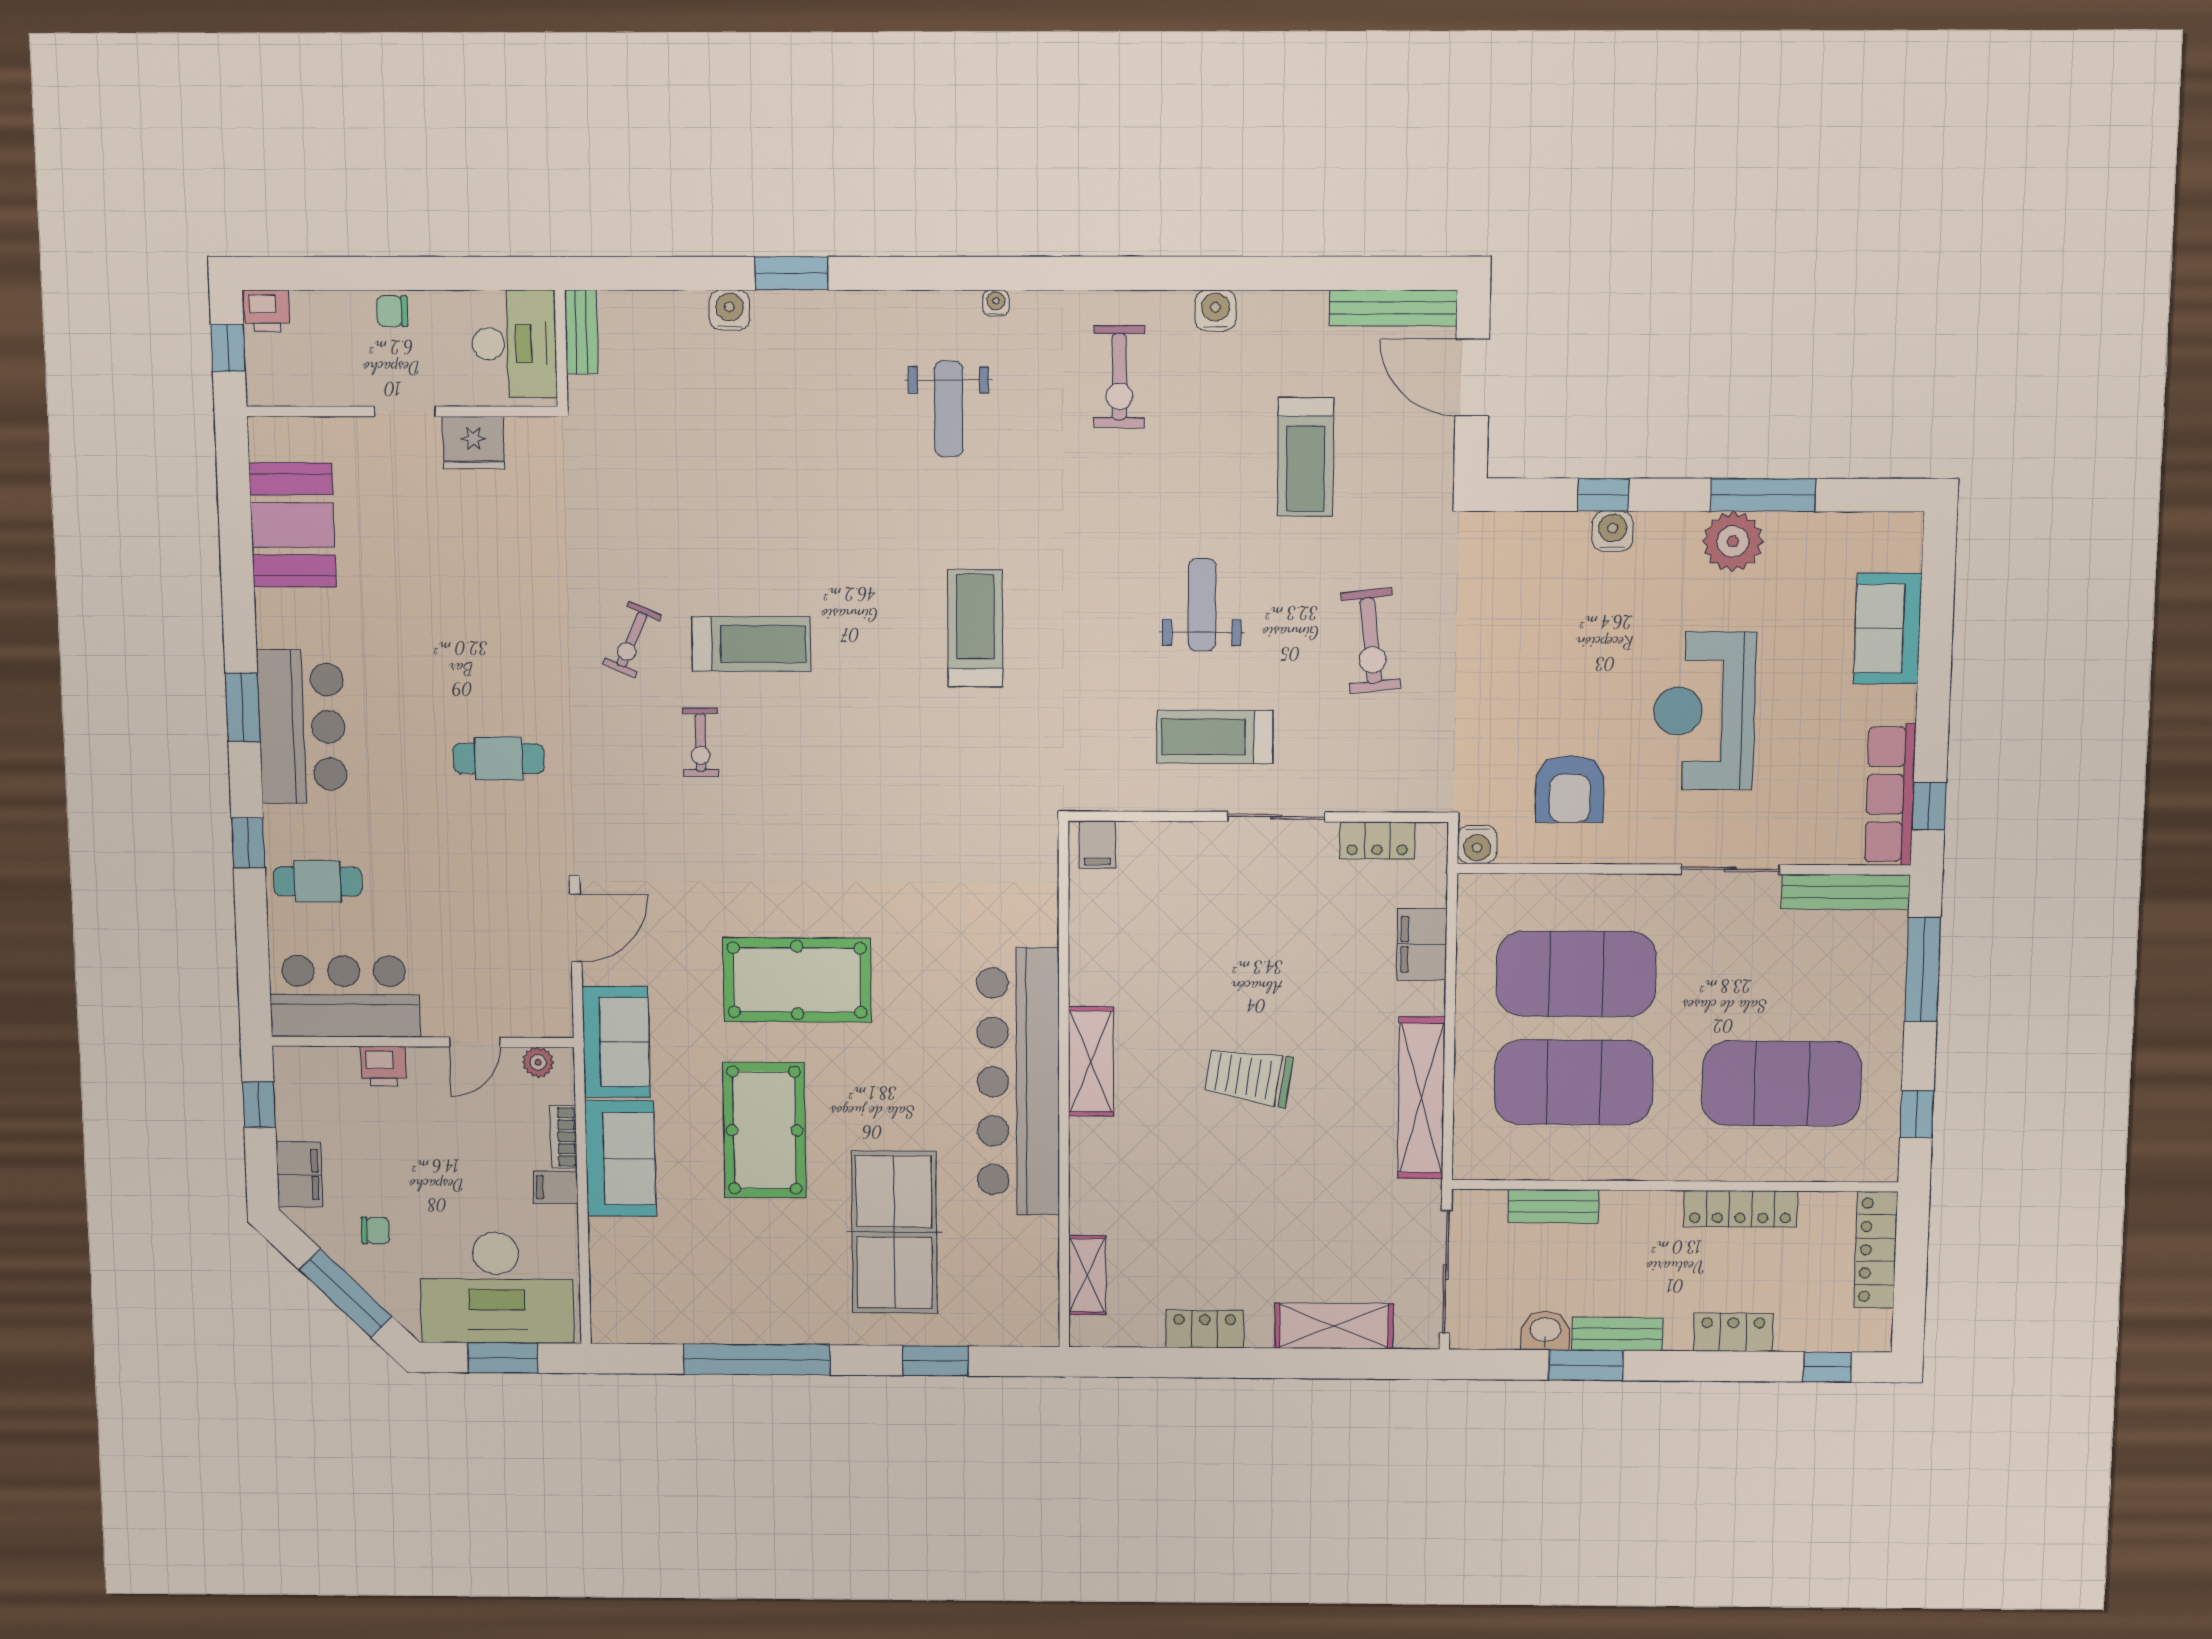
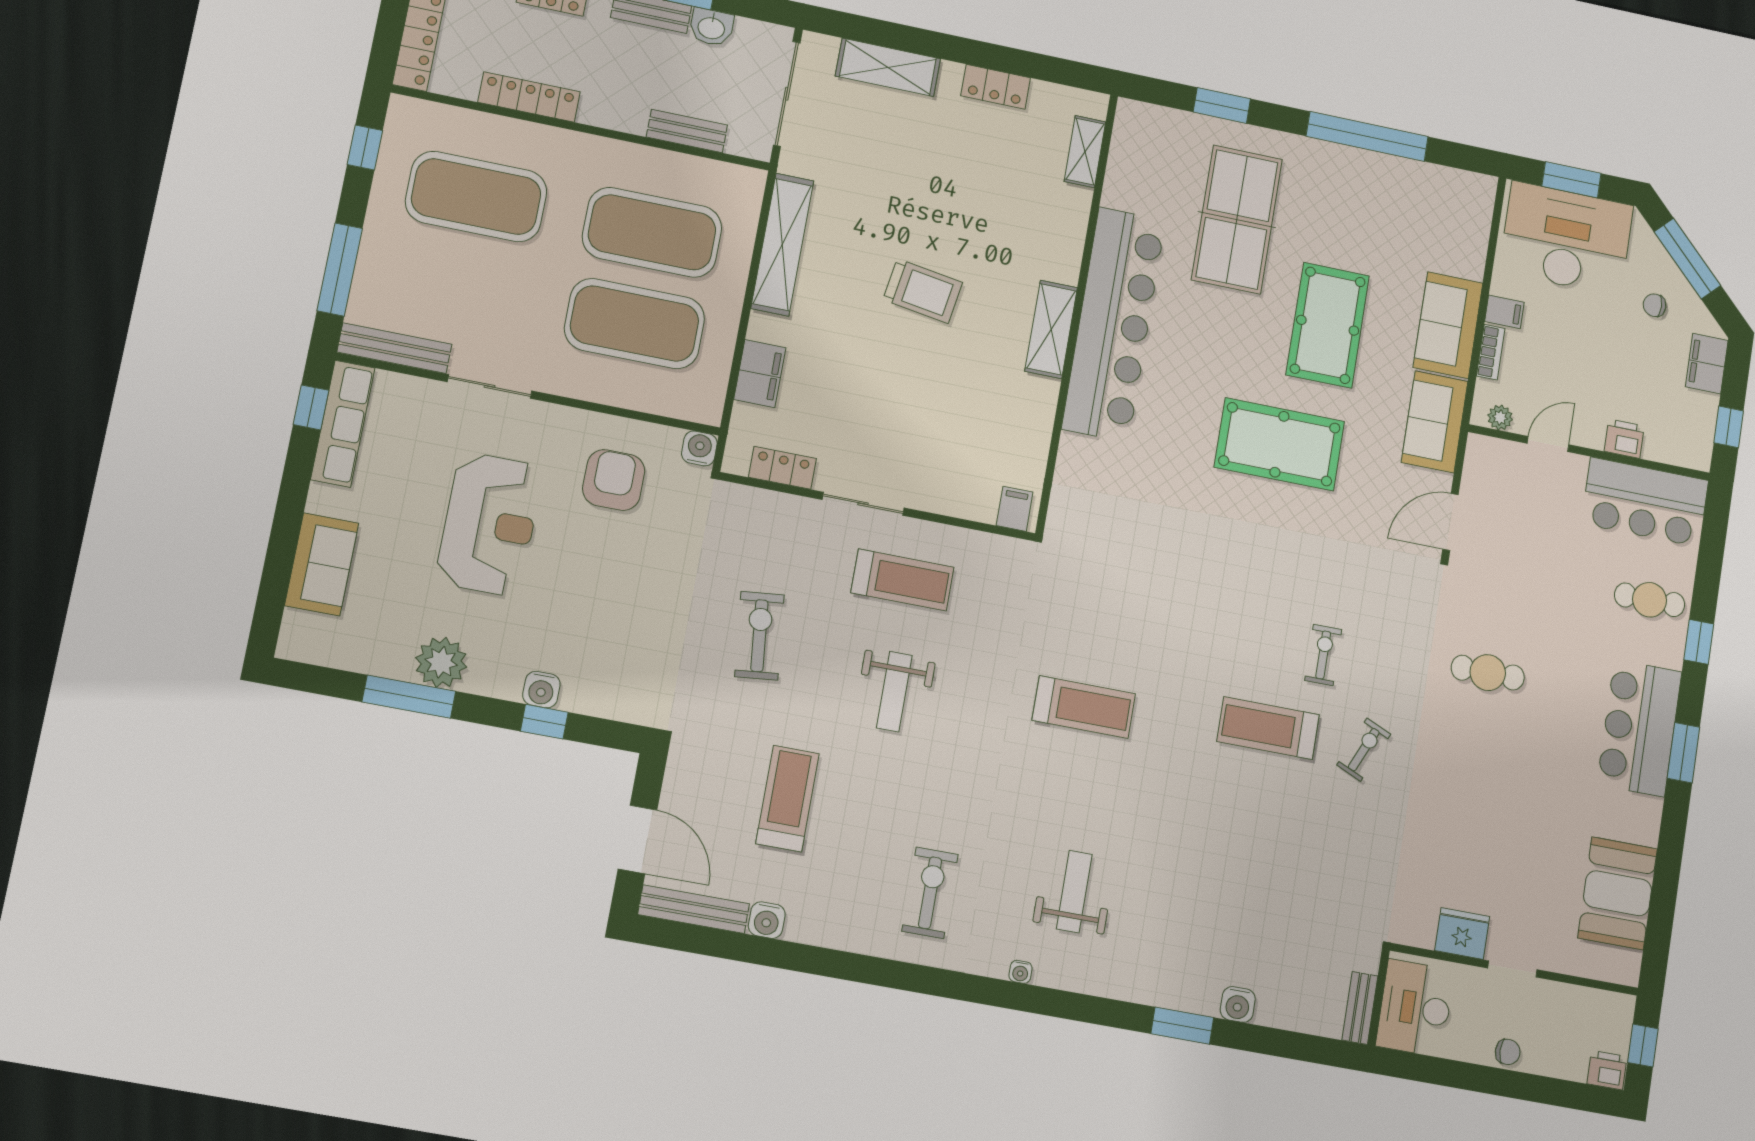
water cooler: (1215, 310) -> (767, 920), moved
treadmill: (975, 628) -> (1084, 707), turned -90

